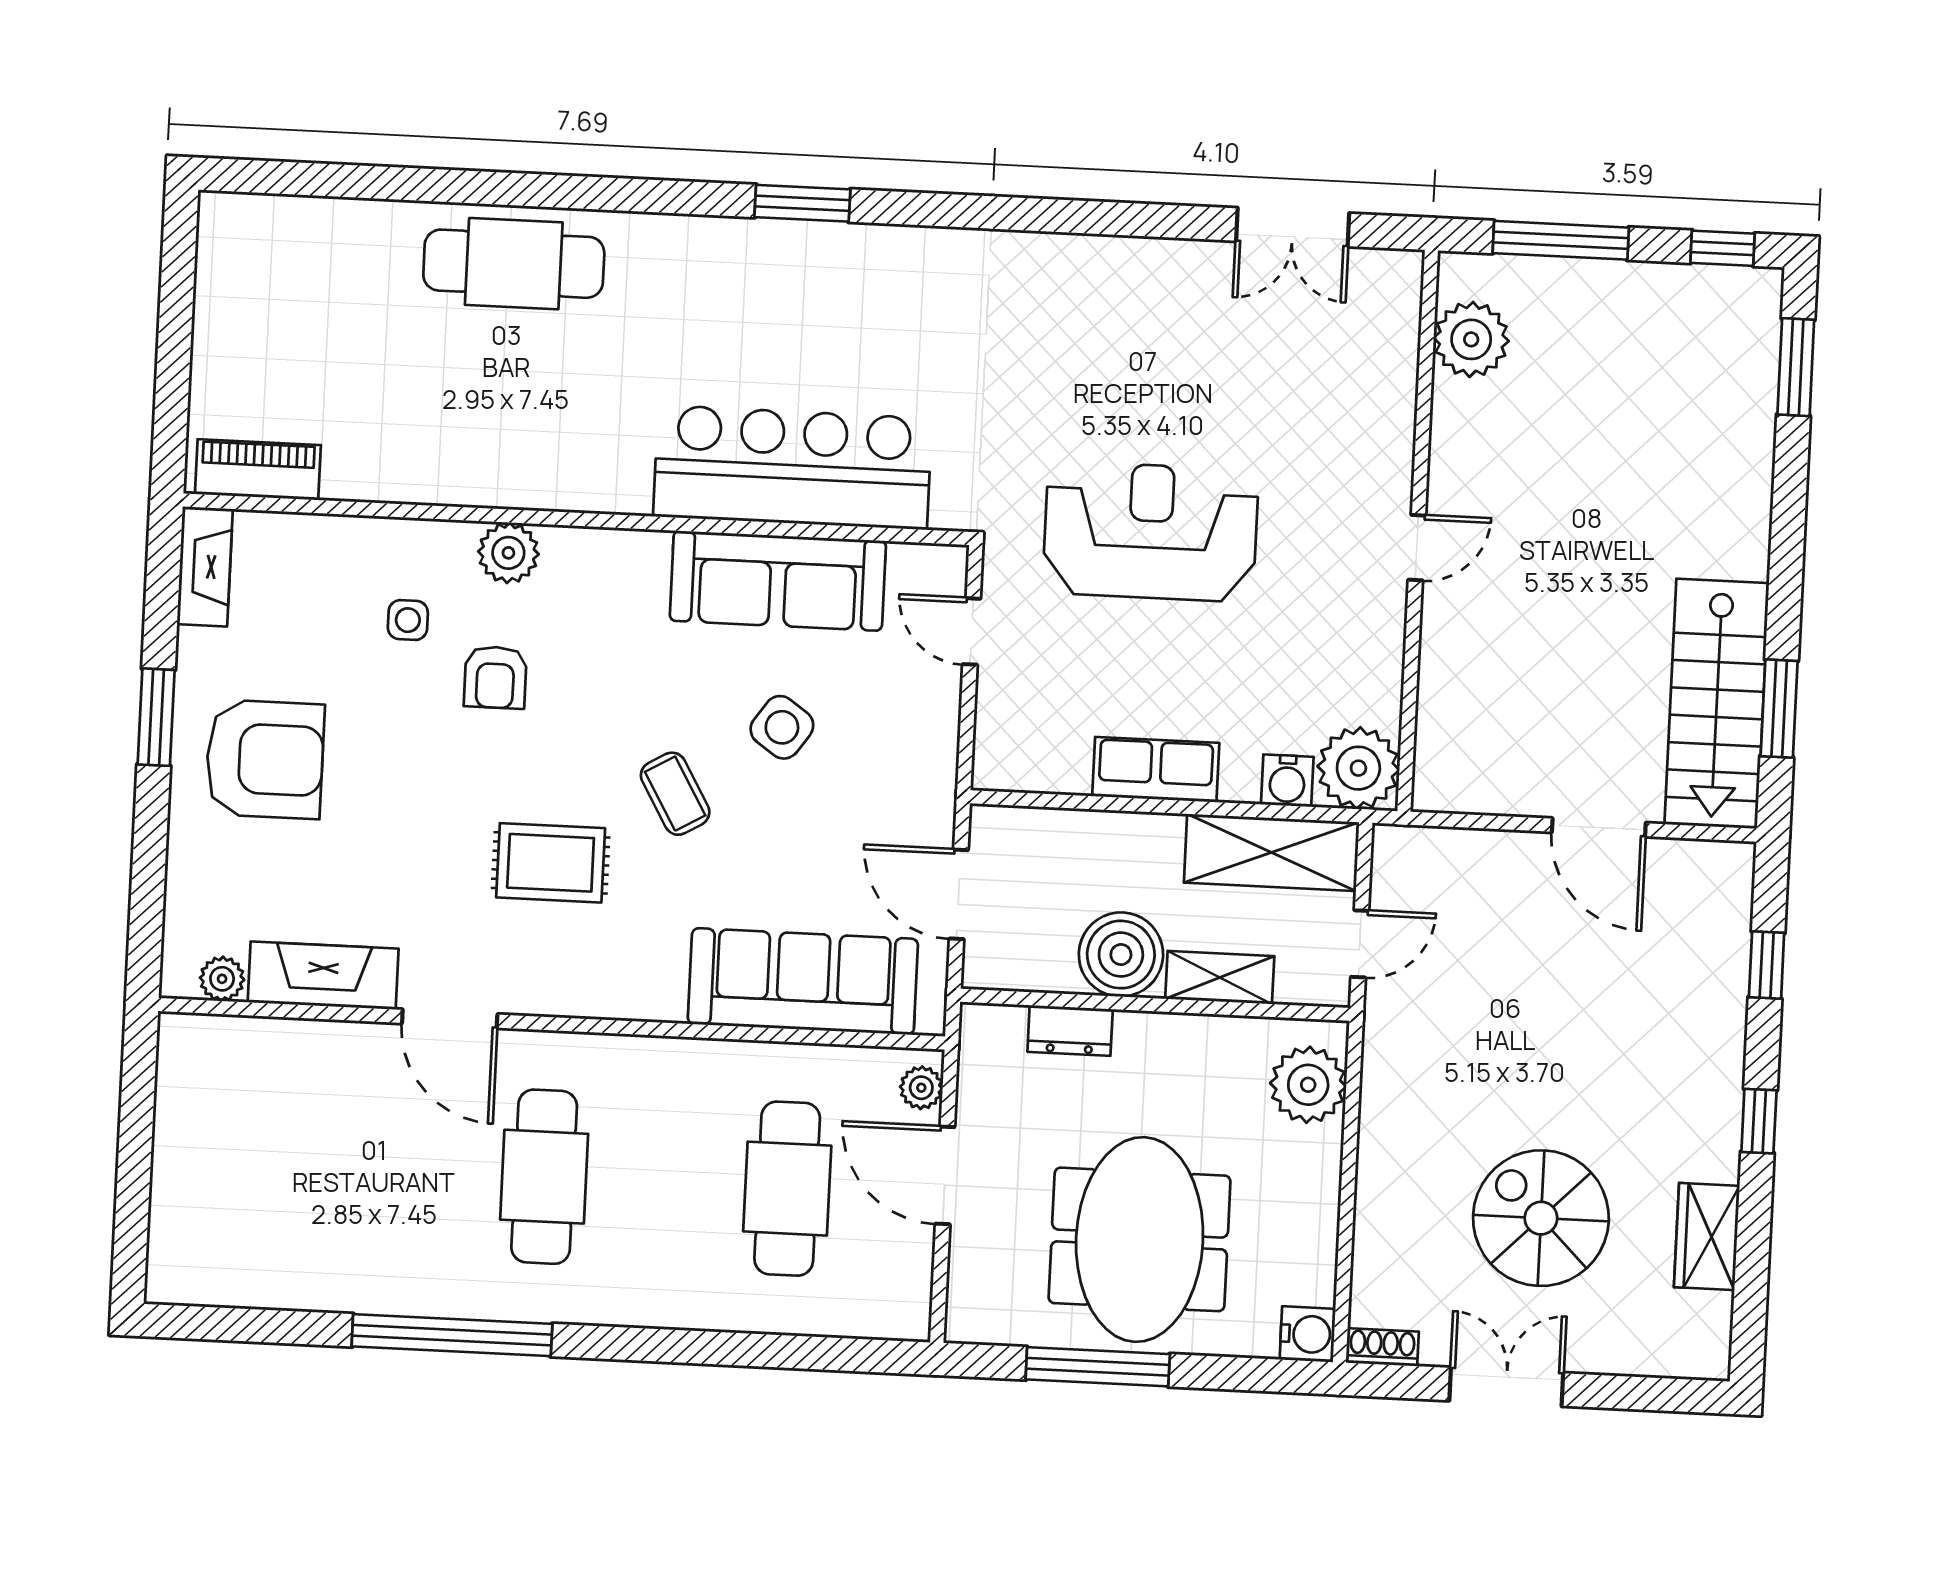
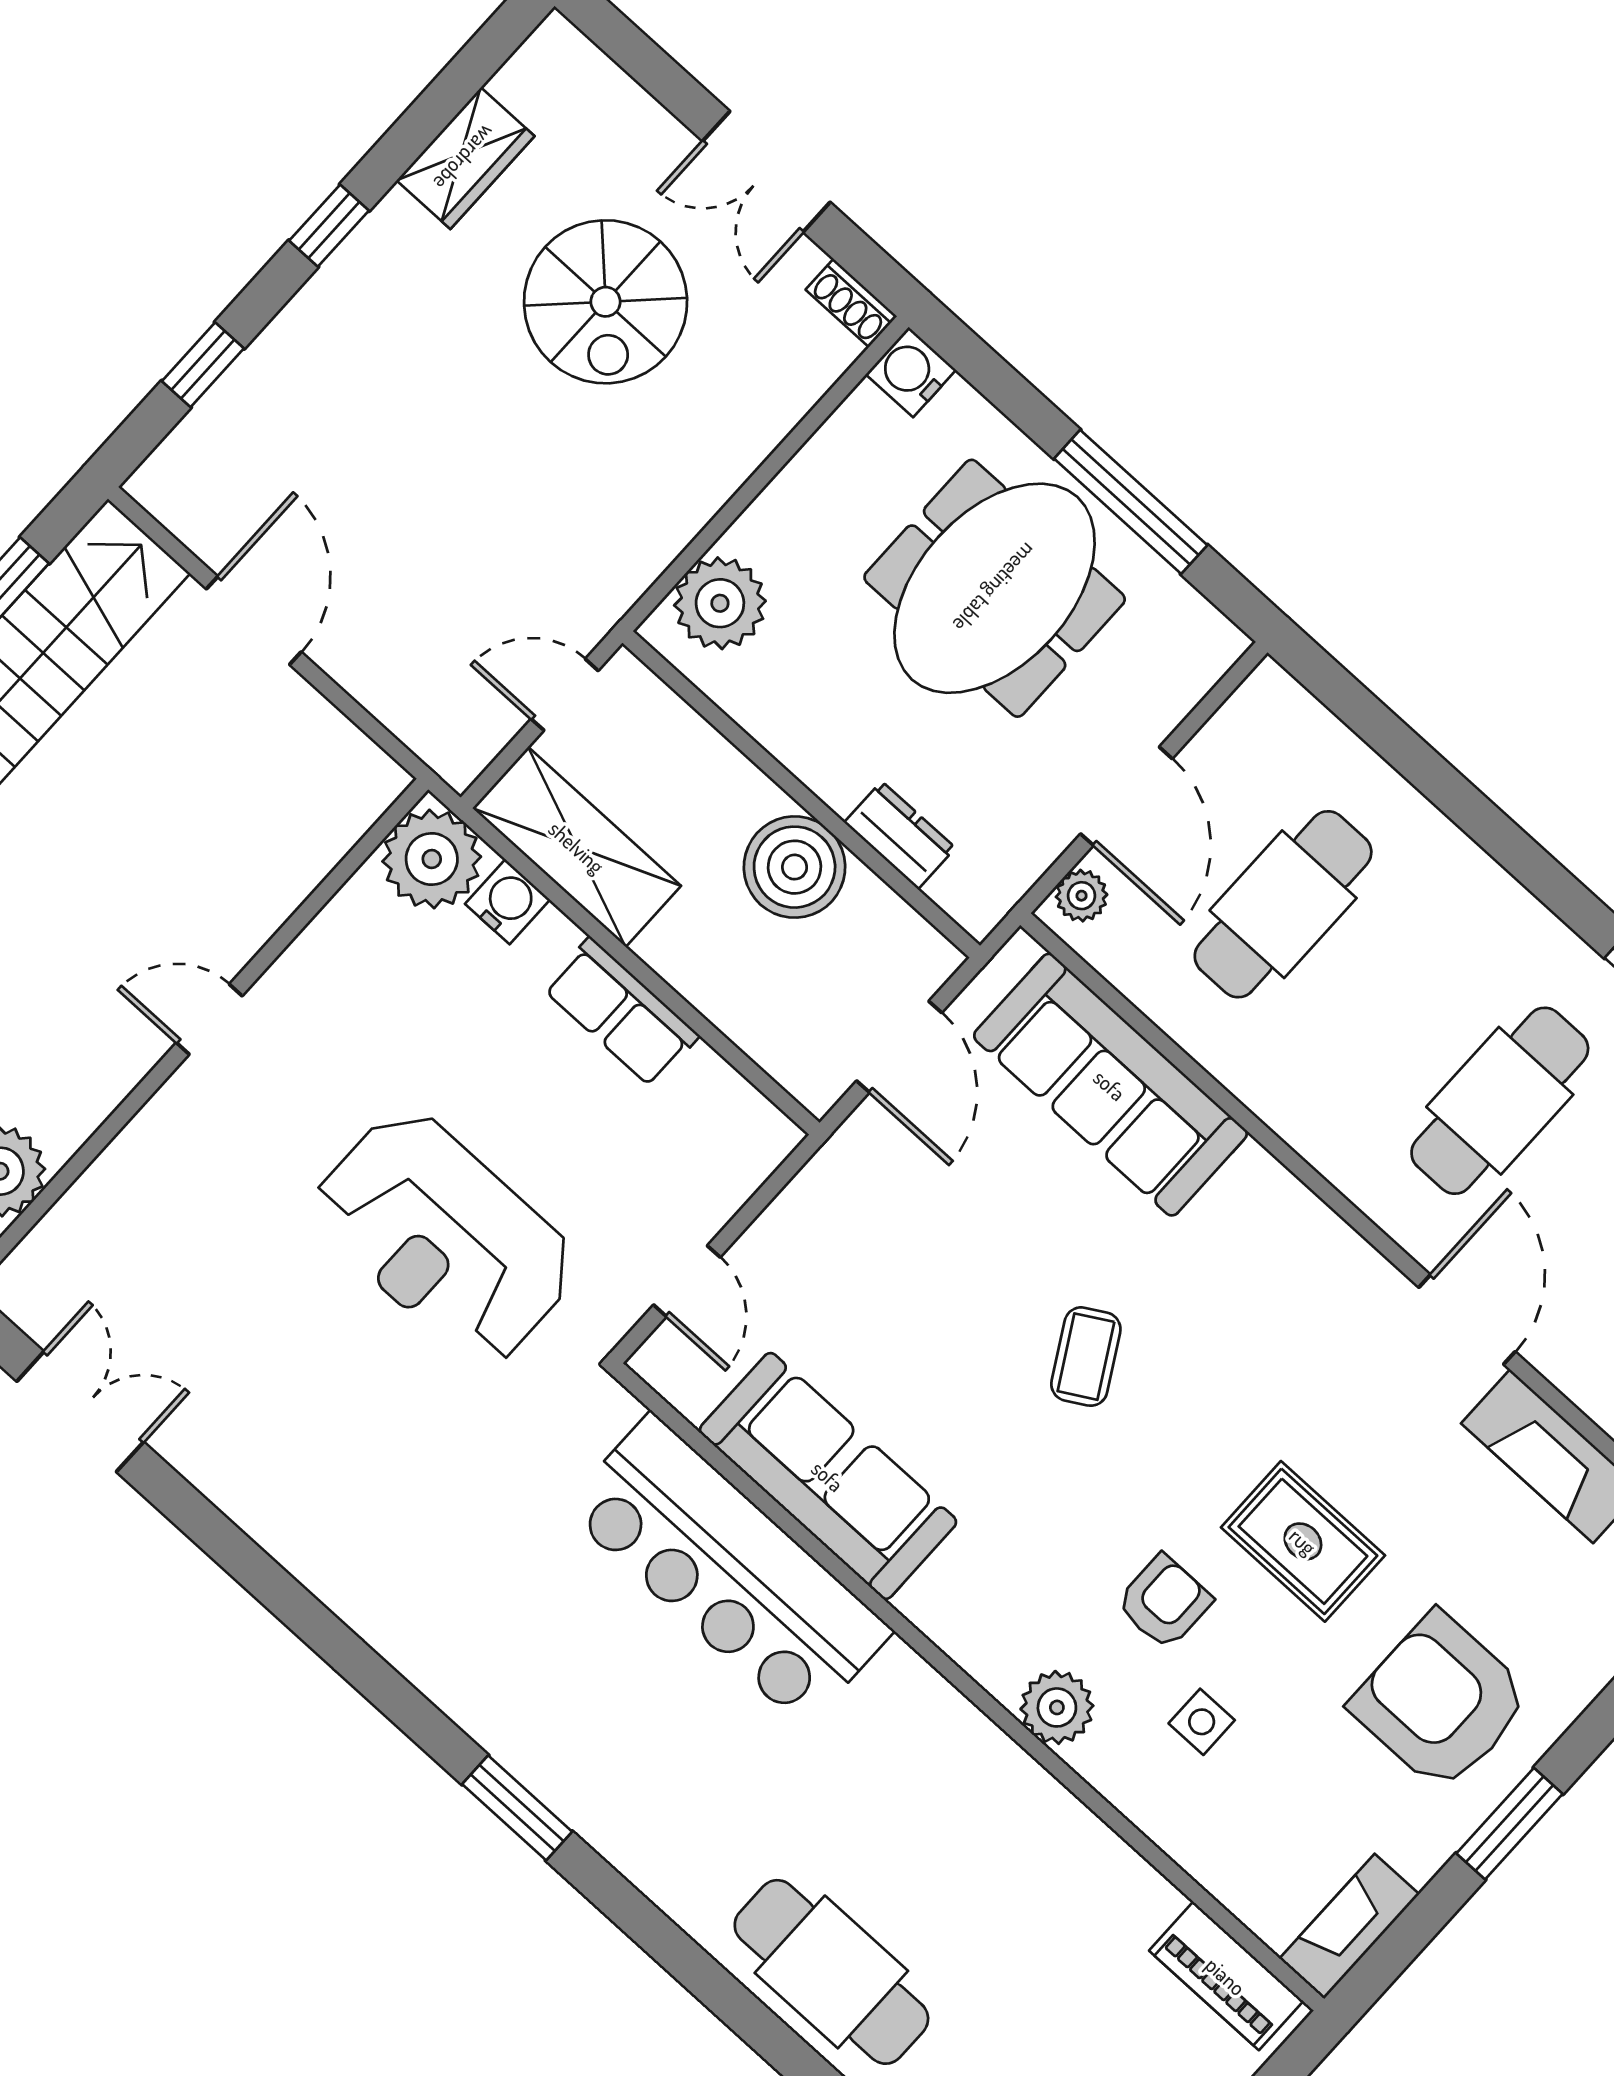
side table: (782, 727) -> (936, 1337), removed
rug: (551, 863) -> (1303, 1541), moved
shelving: (1220, 977) -> (720, 770), removed

